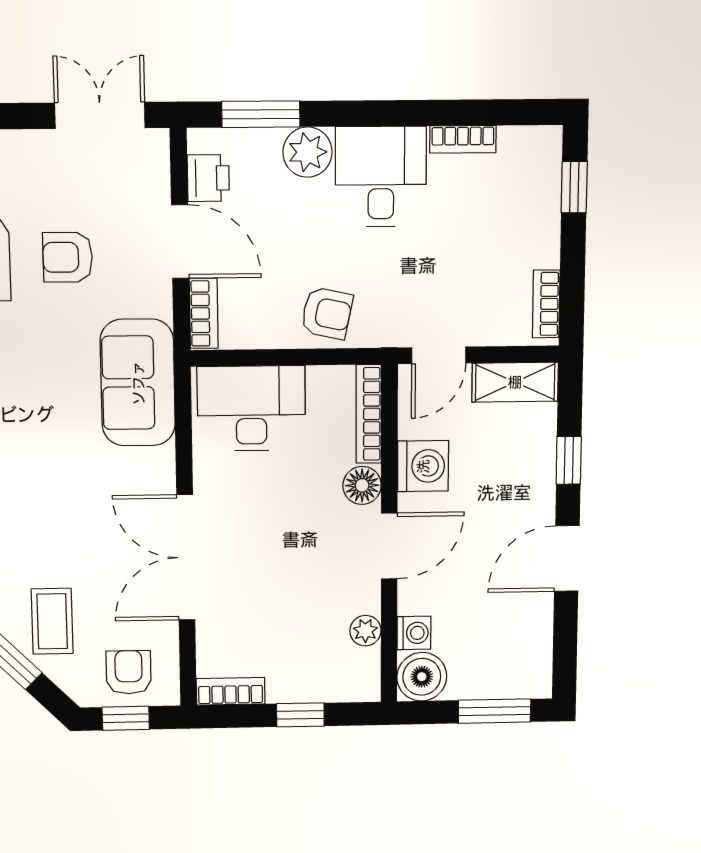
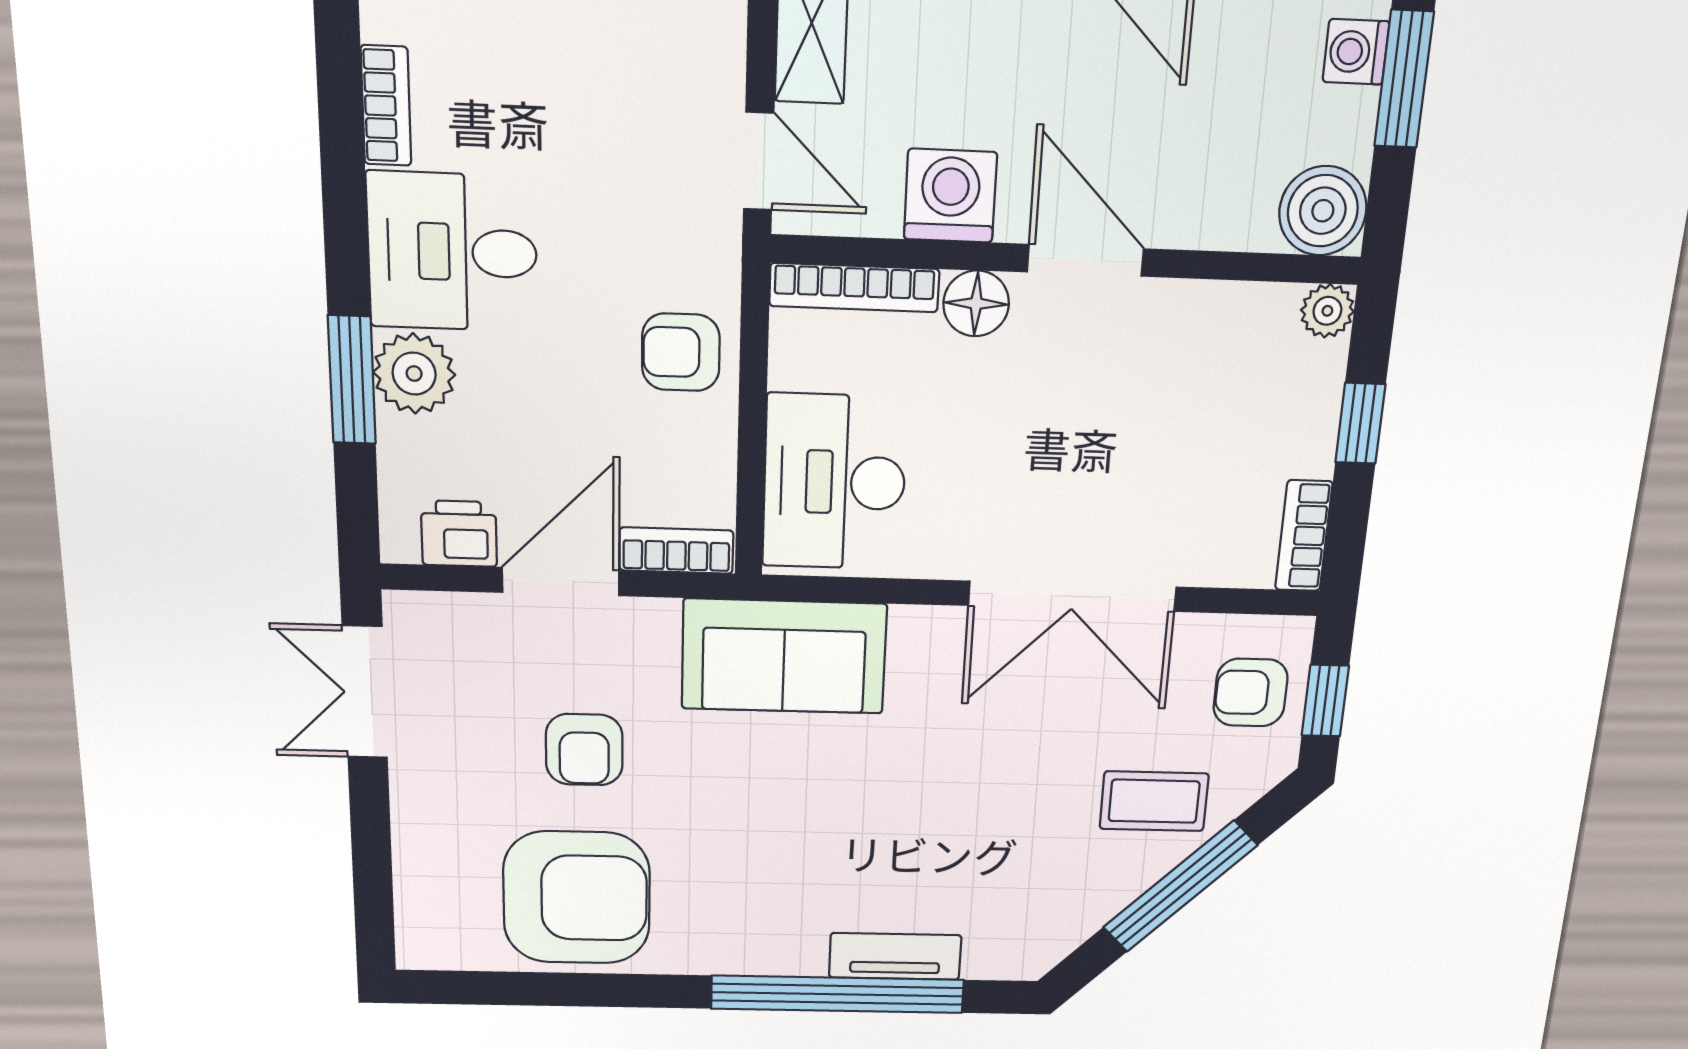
window: (261, 114) -> (352, 380), moved
armchair: (327, 313) -> (681, 352), turned -102
plant: (365, 631) -> (1327, 311), moved
washing machine: (414, 633) -> (1356, 52), moved, turned -90

